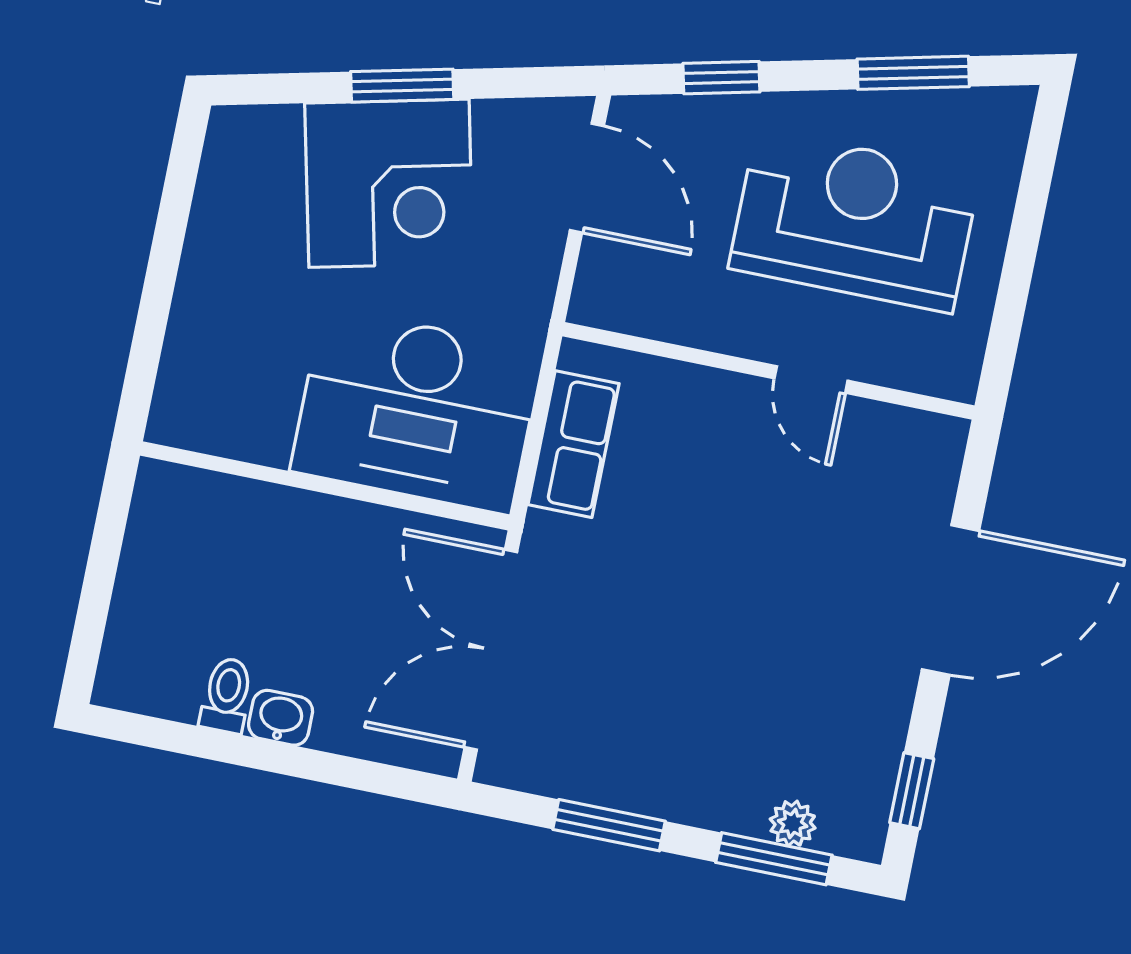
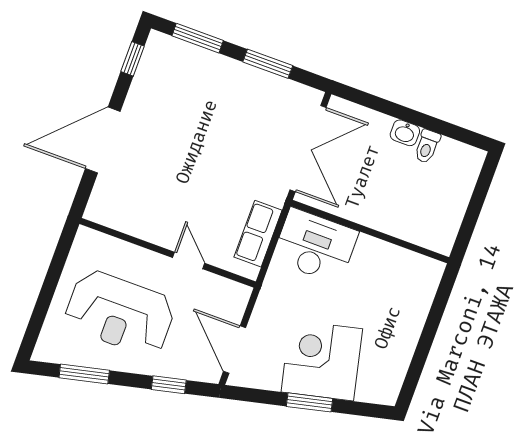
door: (811, 380) -> (189, 260), moved
desk: (417, 411) -> (315, 246), width x0.73, depth x0.77
plant: (793, 823) -> (187, 52), removed

